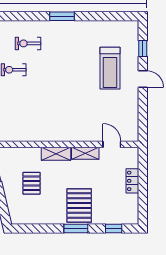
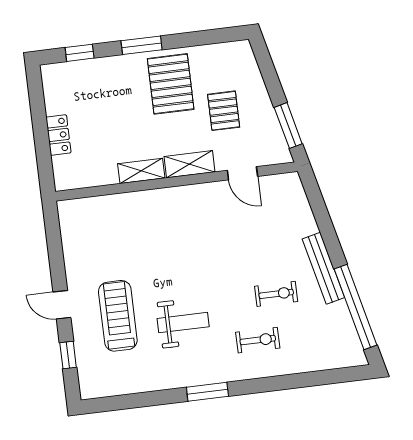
weight bench: (71, 59) -> (183, 323), added
door: (112, 144) -> (242, 173), moved
pallet: (79, 206) -> (171, 84), moved

